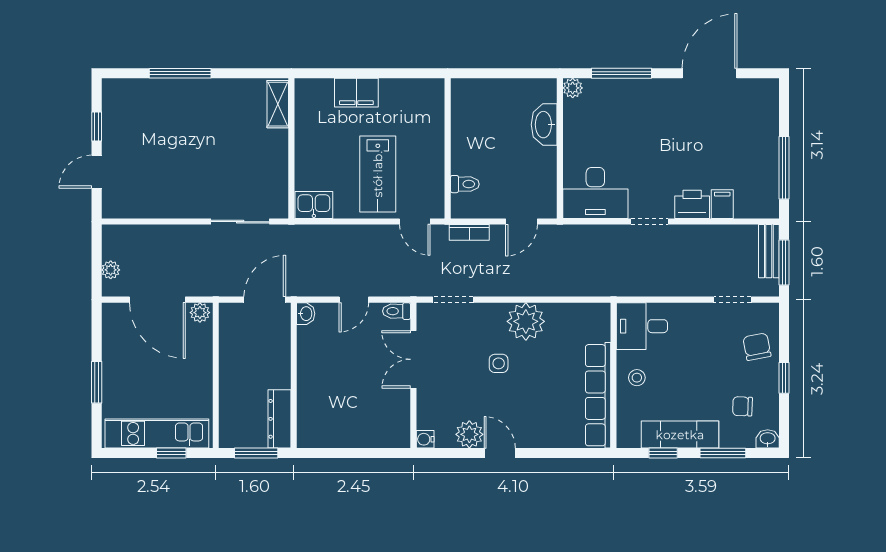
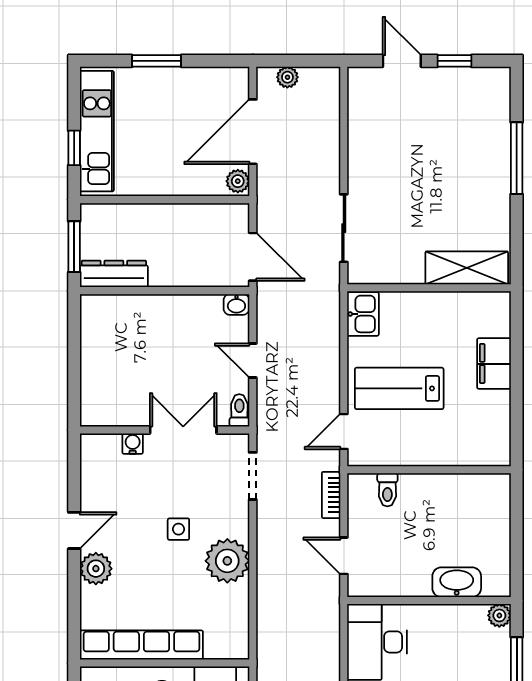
shelving: (278, 104) -> (467, 268), width x1.50, depth x1.33
plant: (469, 434) -> (96, 569), moved
water cooler: (425, 439) -> (133, 444), moved

